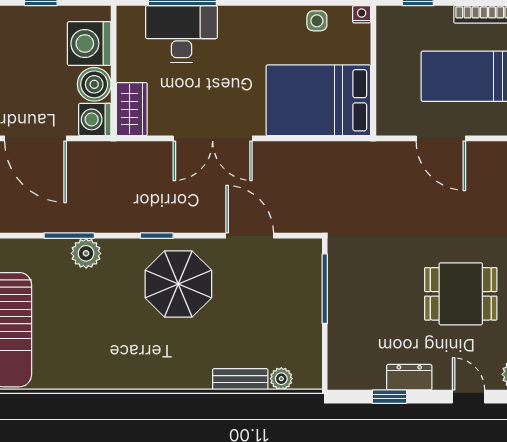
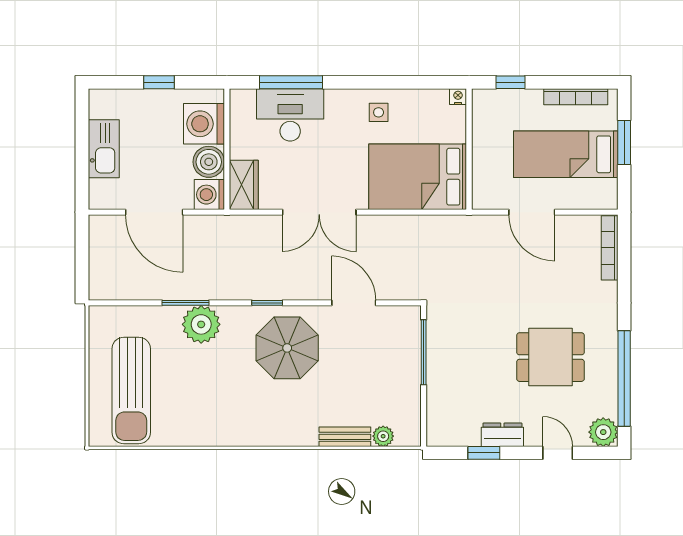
side table: (317, 21) -> (379, 112), moved
plant: (86, 253) -> (201, 324), width x1.36, depth x1.36

